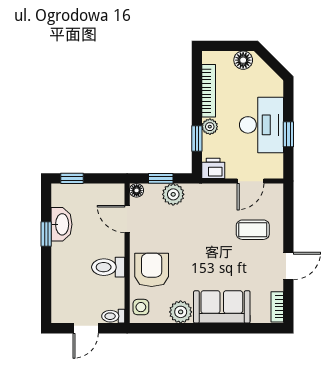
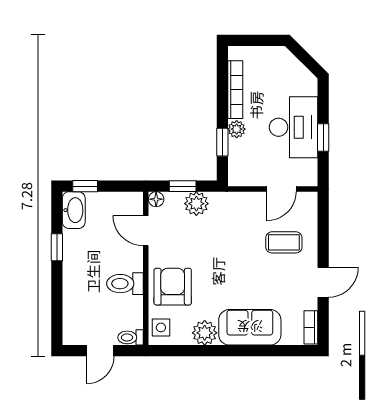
floor lamp: (243, 60) -> (273, 56), removed
printer: (213, 168) -> (240, 175), removed
washbasin: (62, 224) -> (74, 210), moved

